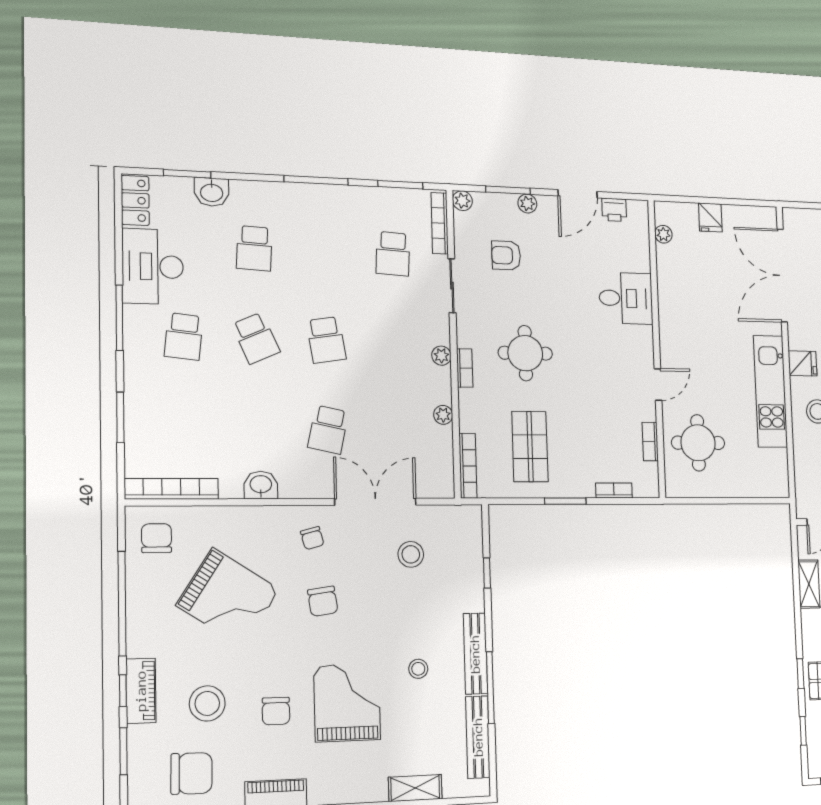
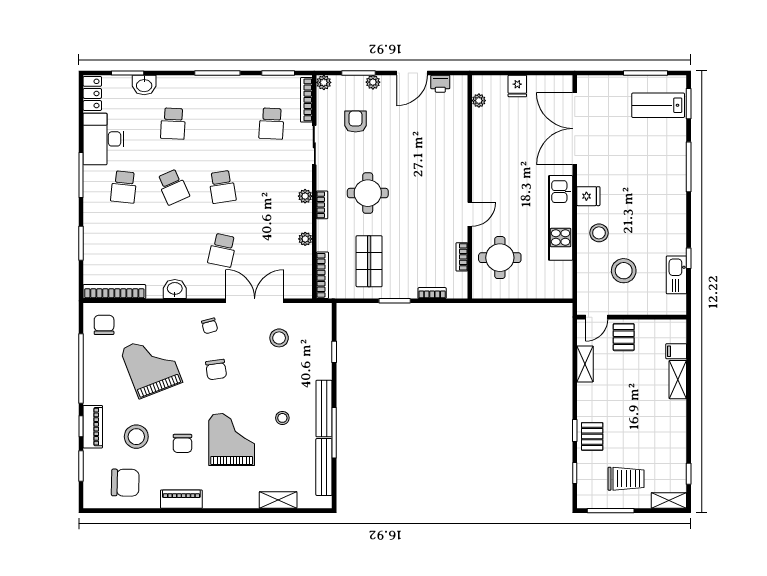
armchair: (506, 255) -> (356, 121), turned 90
desk: (626, 298) -> (447, 150), removed
grand piano: (228, 597) -> (151, 366), turned -144

